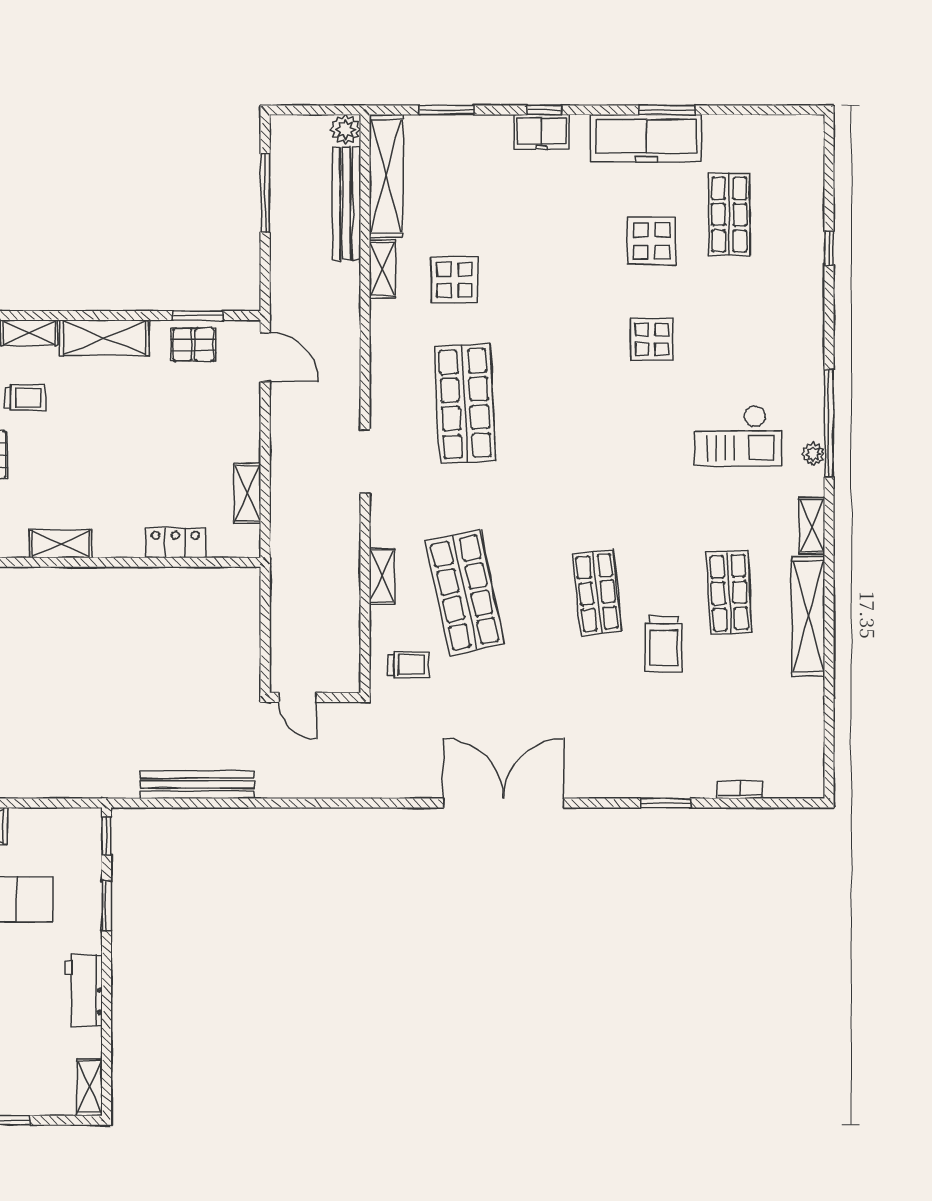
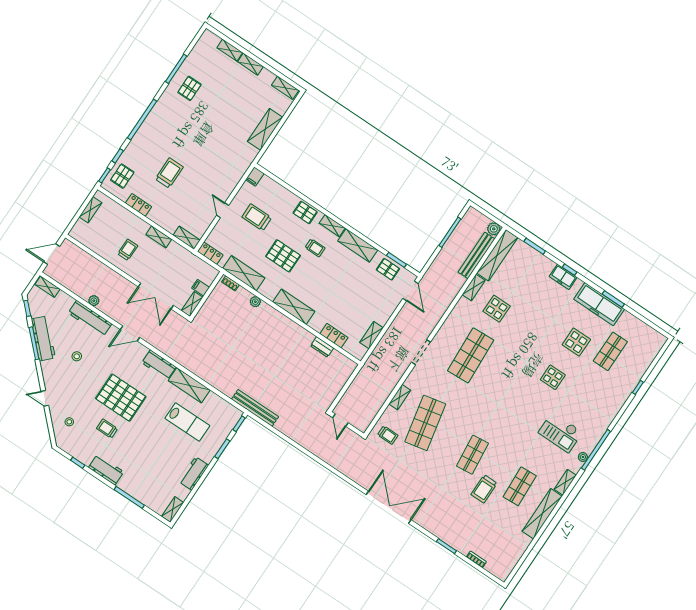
shelving: (61, 544) -> (294, 307), width x1.50, depth x1.33
dresser: (167, 580) -> (322, 347), added
bench: (197, 785) -> (255, 408), moved

